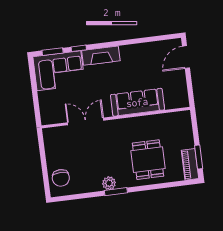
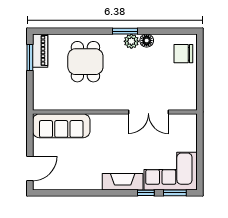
sofa: (137, 102) -> (61, 126), moved
chair: (61, 178) -> (183, 54), turned -90
floor lamp: (95, 186) -> (147, 41), added

